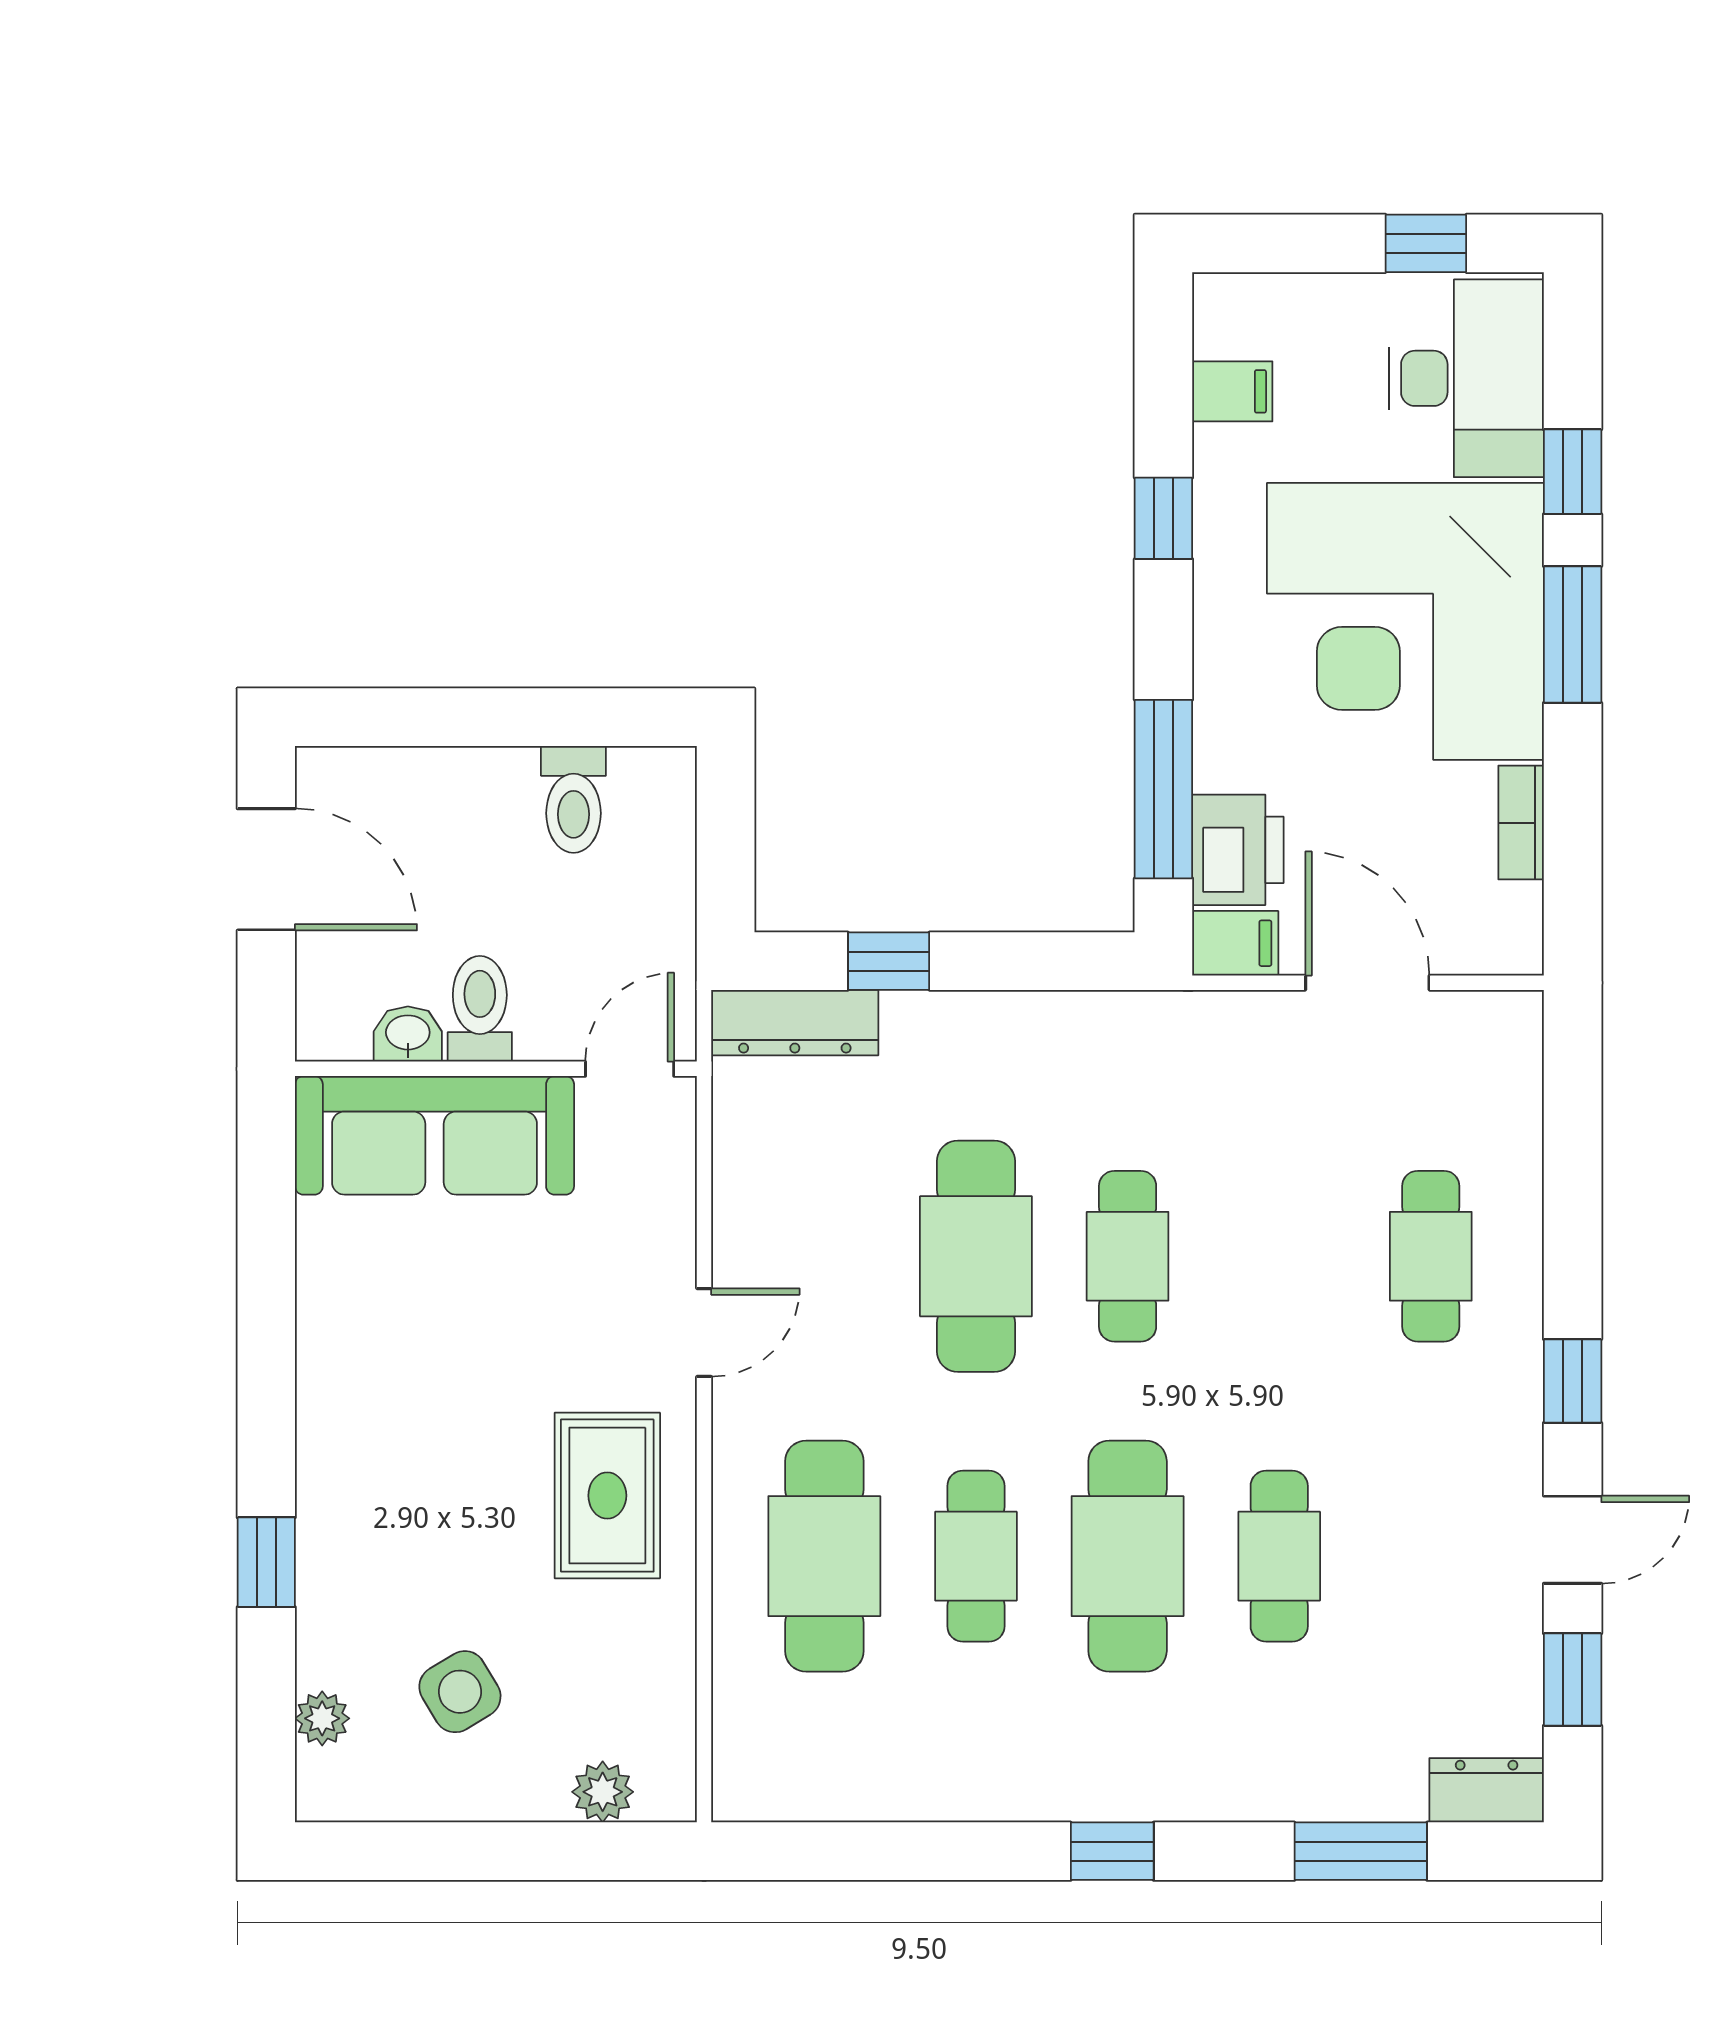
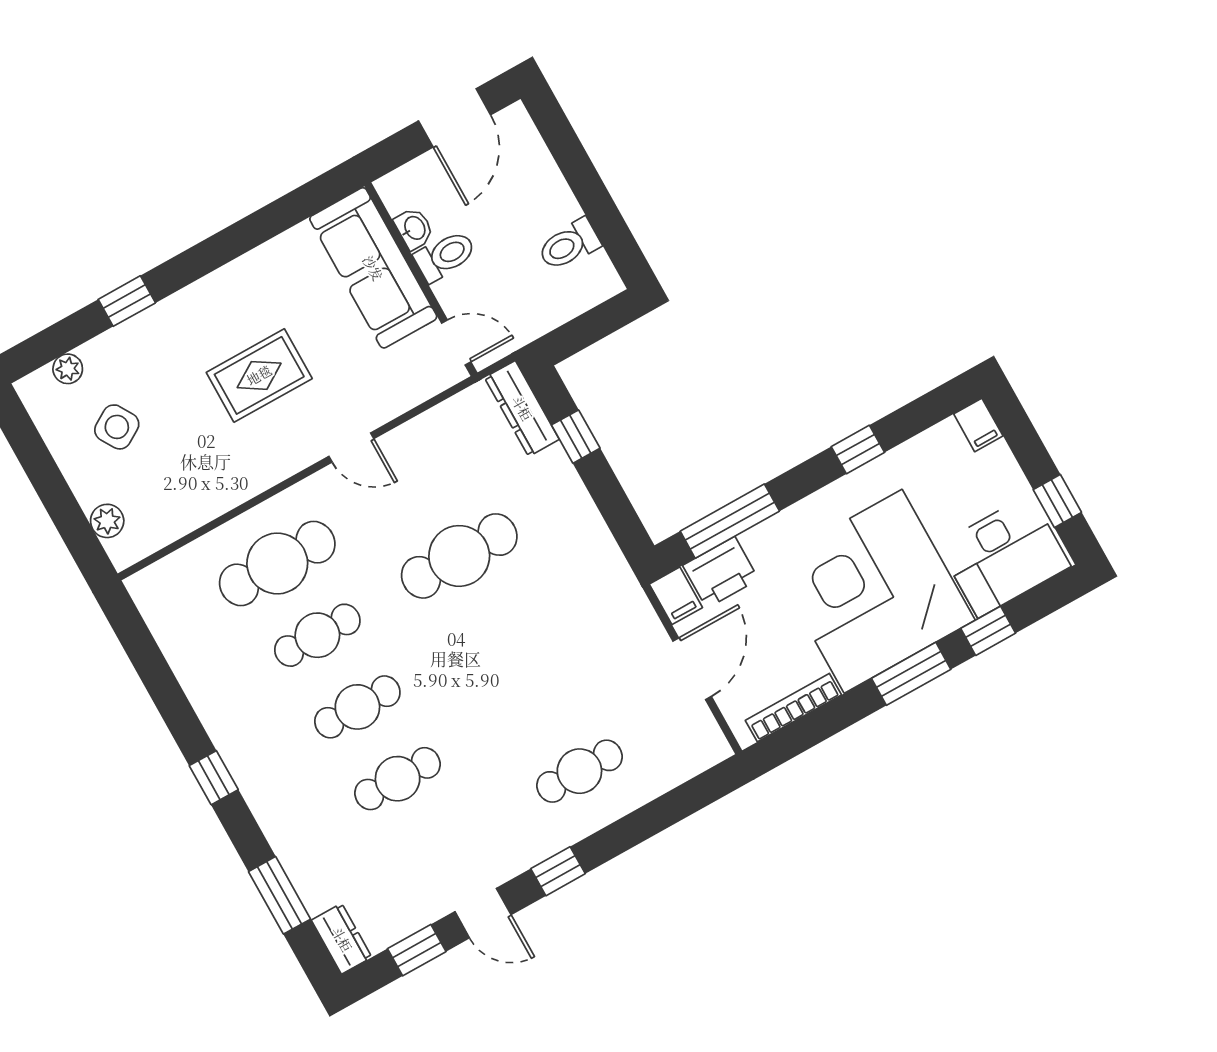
filing cabinet: (1232, 391) -> (978, 425), moved
bookcase: (1521, 823) -> (793, 708), width x1.56
cafe table: (1128, 1256) -> (499, 628), removed
rug: (607, 1496) -> (259, 375), moved
cafe table: (1128, 1556) -> (357, 707), width x0.73, depth x0.74

